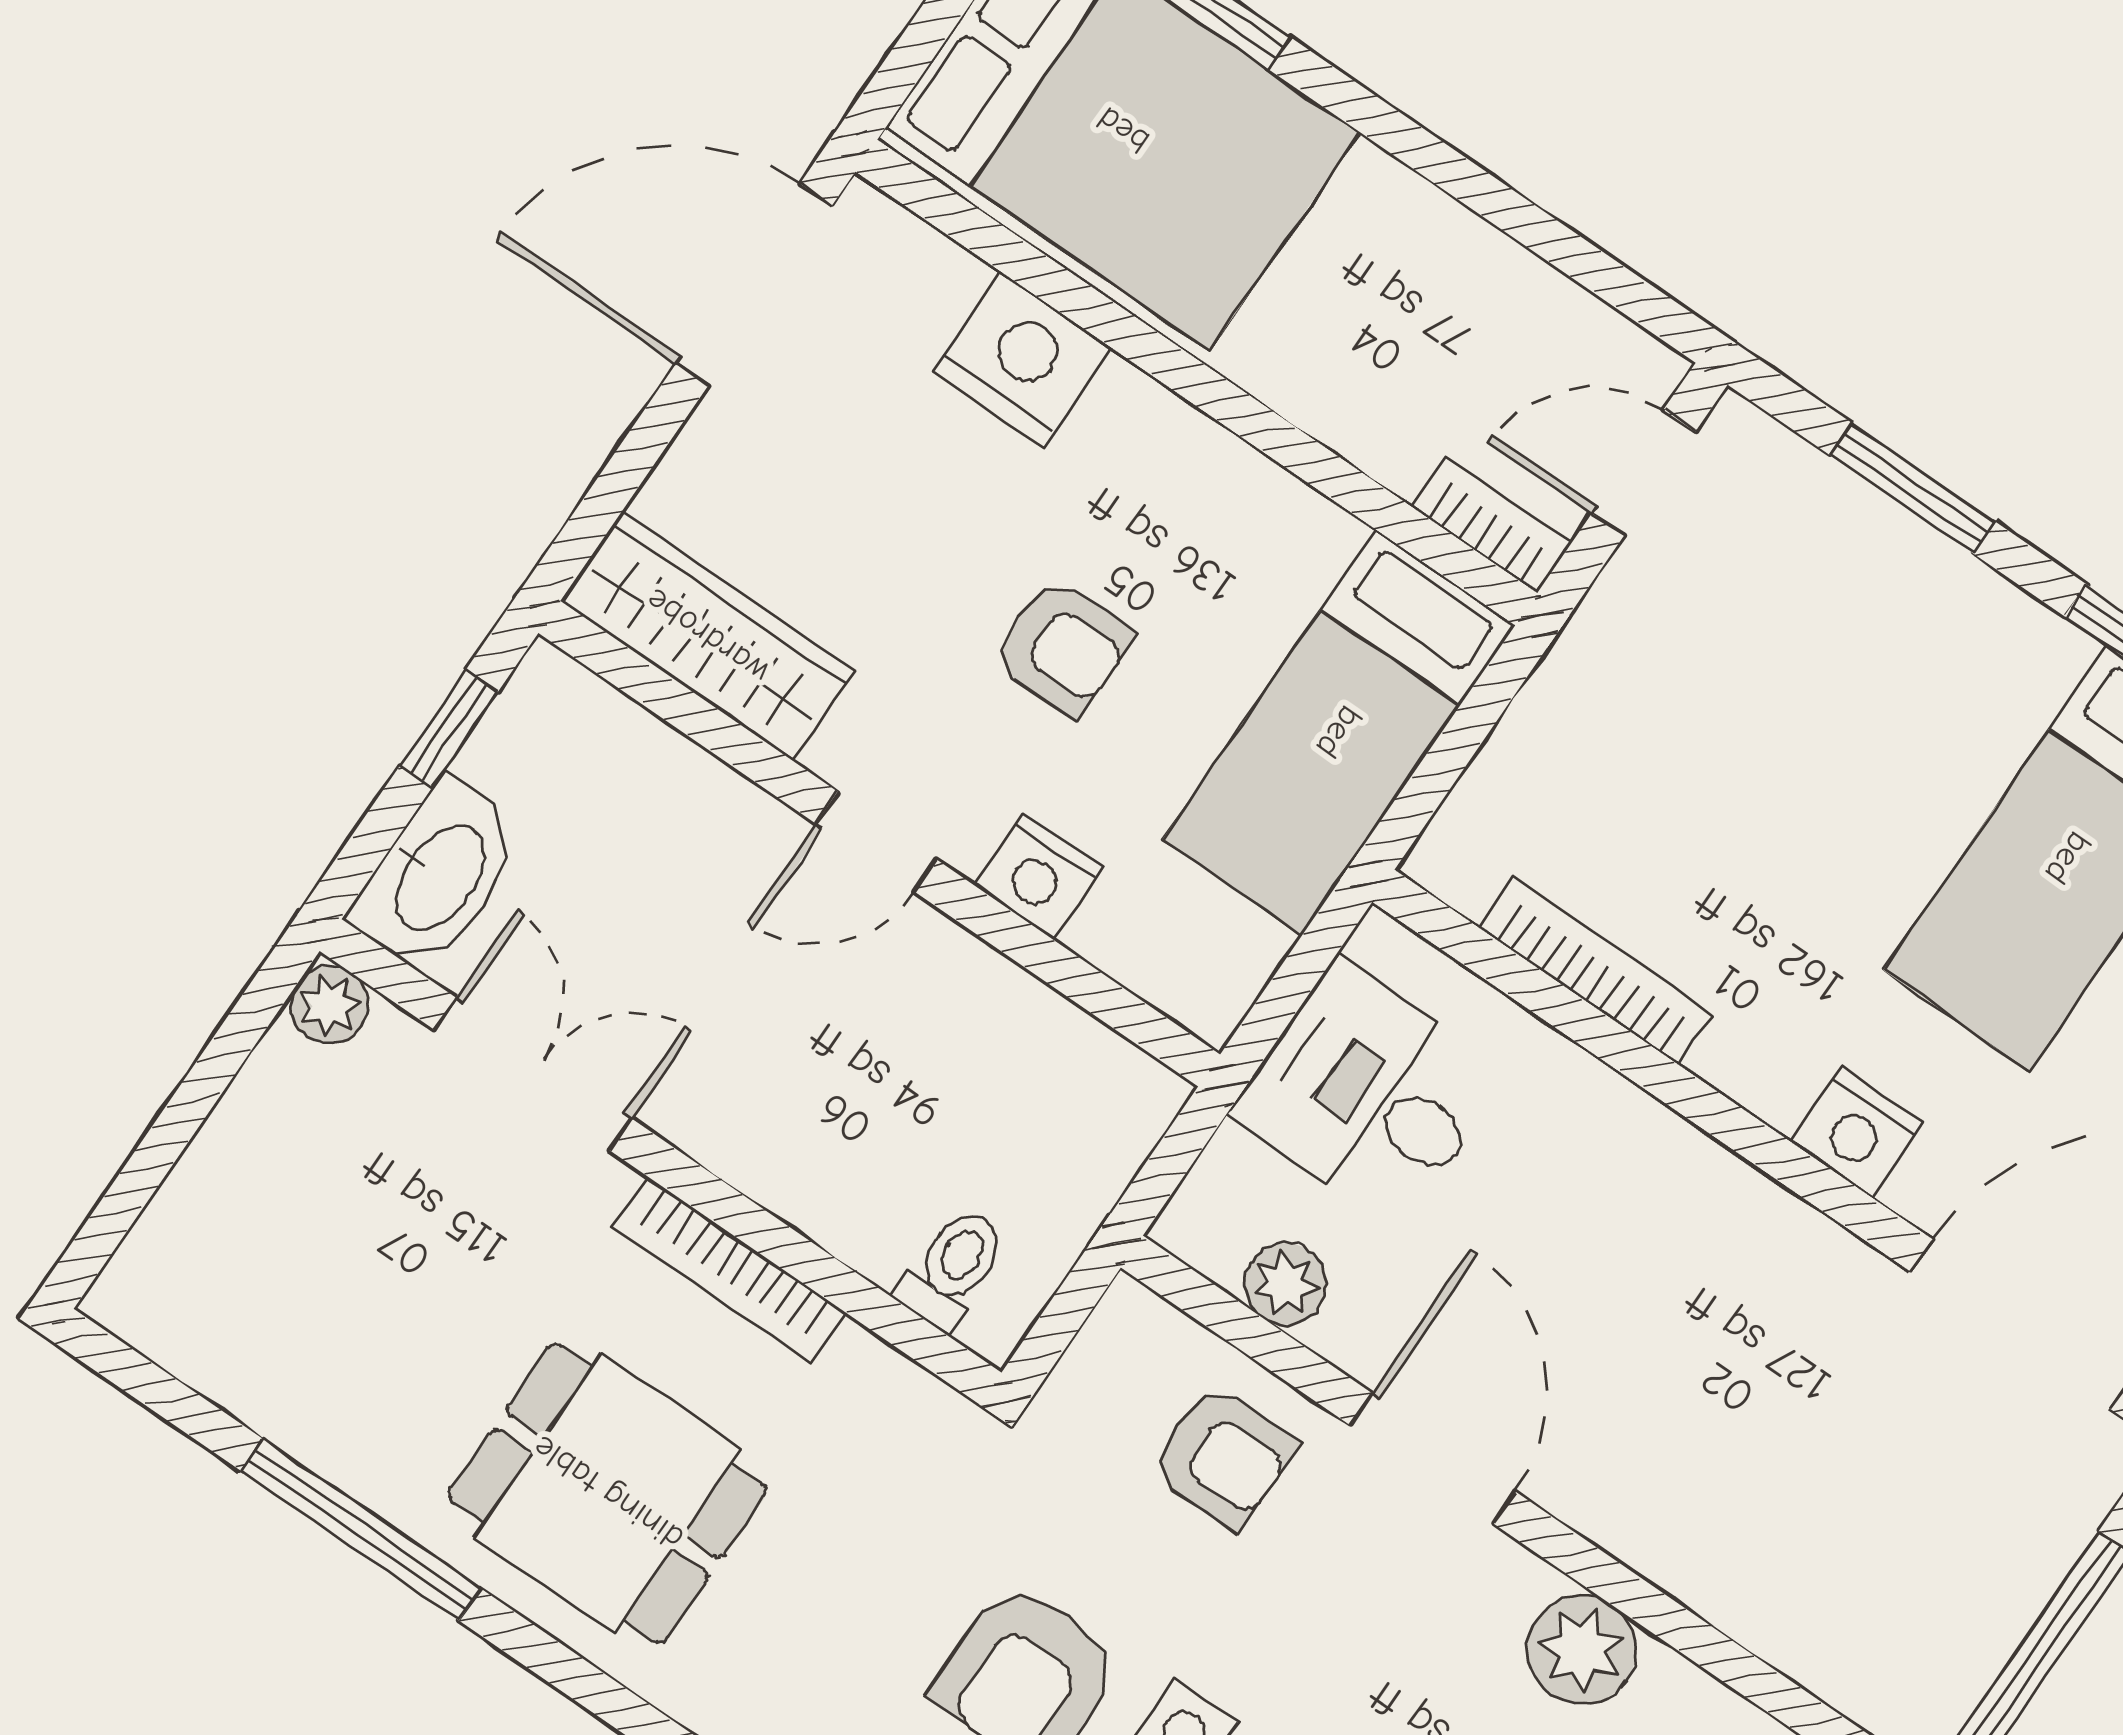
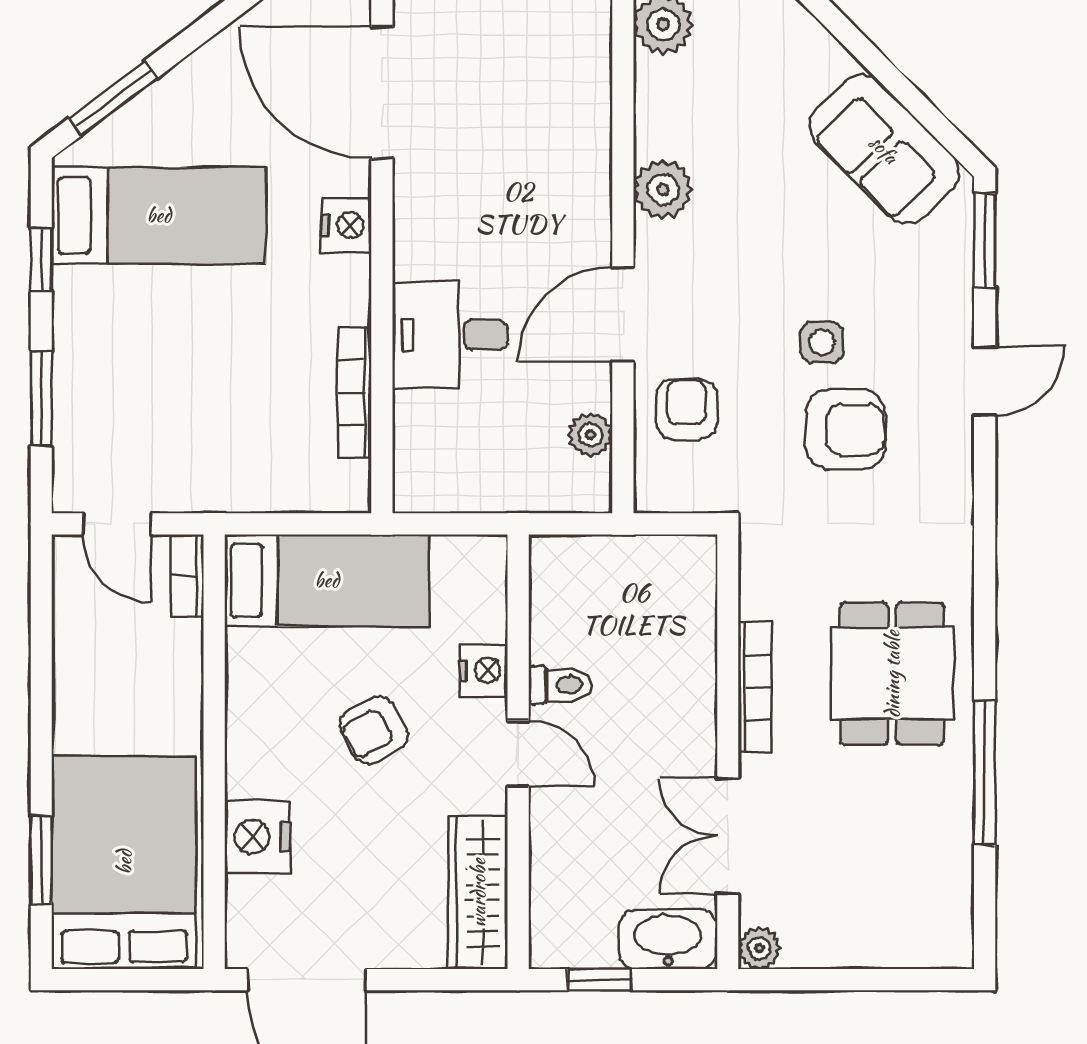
armchair: (1063, 647) -> (374, 730), turned -119
desk: (1369, 1094) -> (450, 335), moved, turned 90
toilet: (953, 1269) -> (560, 685), moved, turned 180

